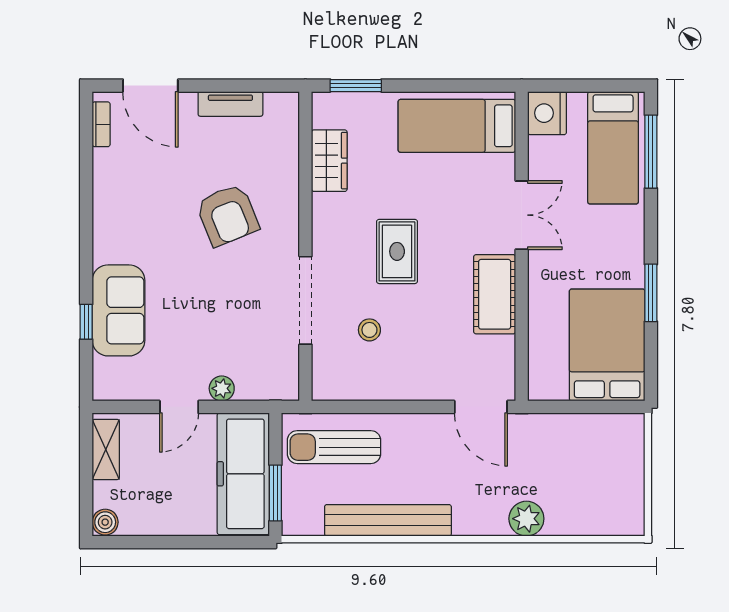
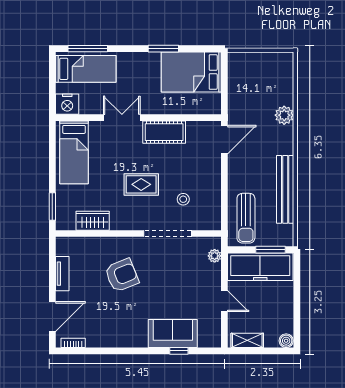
plant: (222, 388) -> (215, 256), moved

